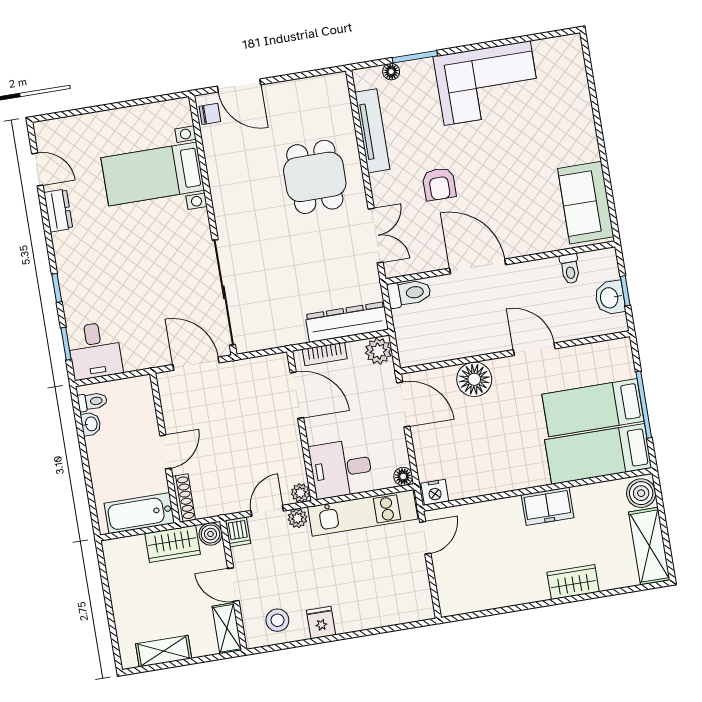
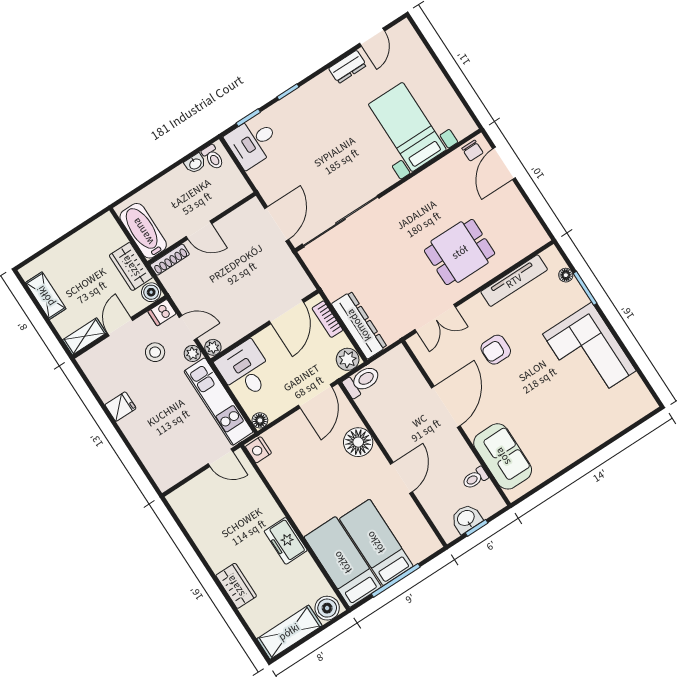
sofa: (586, 203) -> (503, 456), moved, turned 90
toilet: (409, 293) -> (362, 381), moved, turned -90
stool: (277, 620) -> (155, 352), moved

